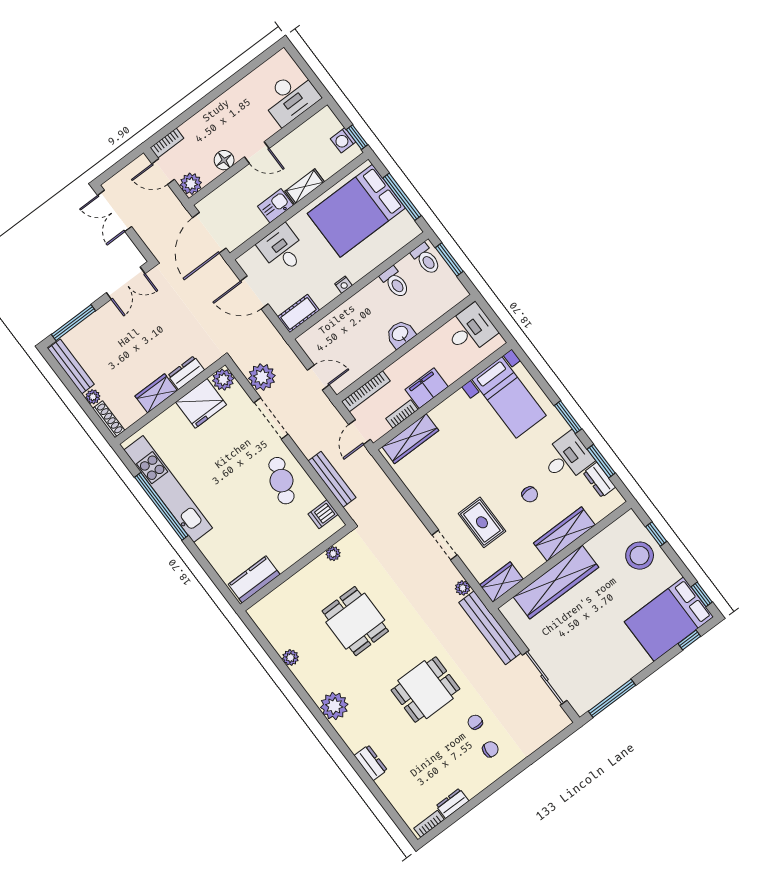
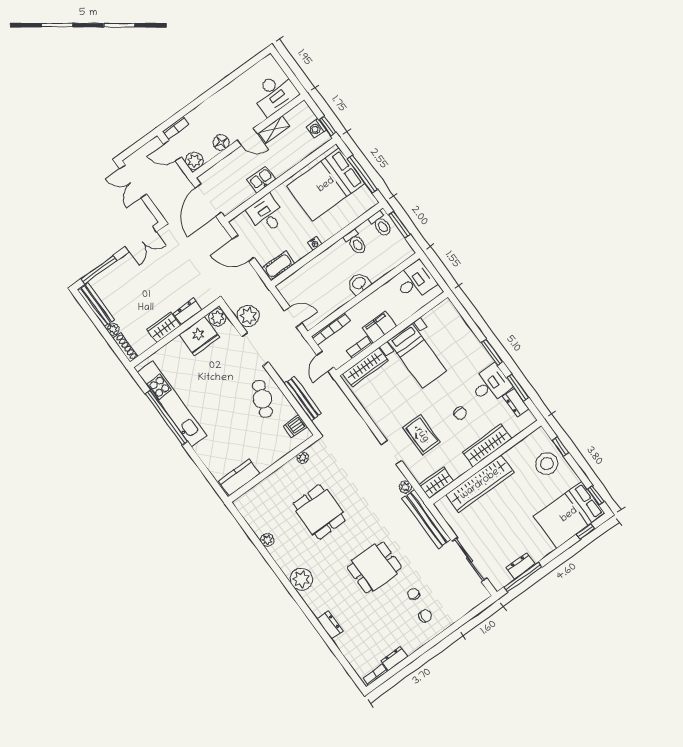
shelving: (305, 187) -> (274, 130), moved
bed with nightstands: (509, 397) -> (417, 356), moved
dresser: (609, 684) -> (521, 566), added

